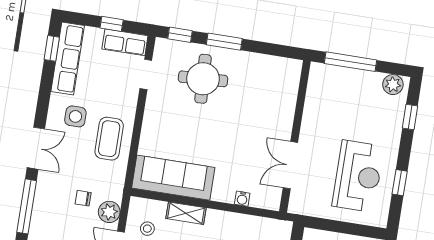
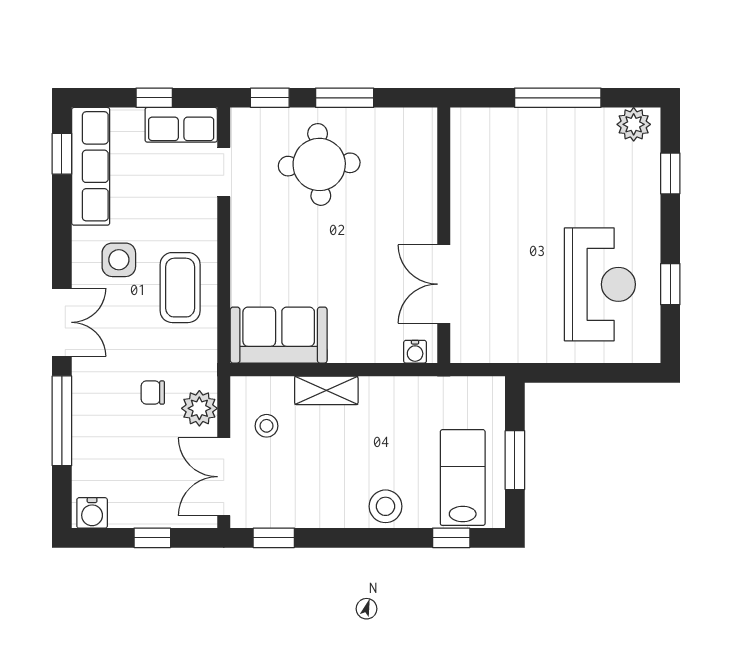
wall: (295, 136) -> (444, 235), moved
double door: (290, 165) -> (444, 284), moved
sofa: (173, 178) -> (279, 335), width x0.73

